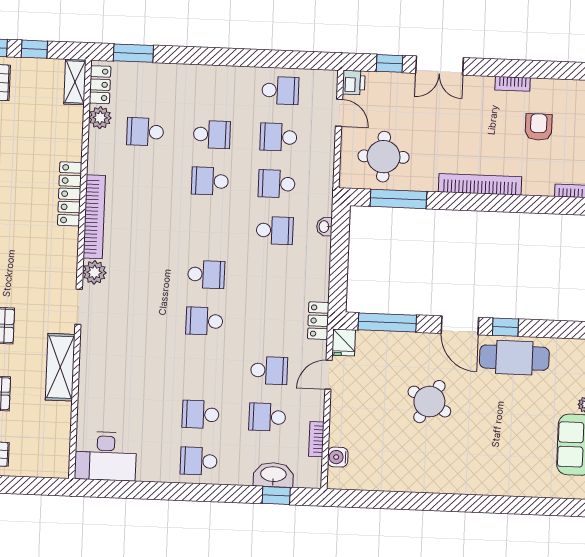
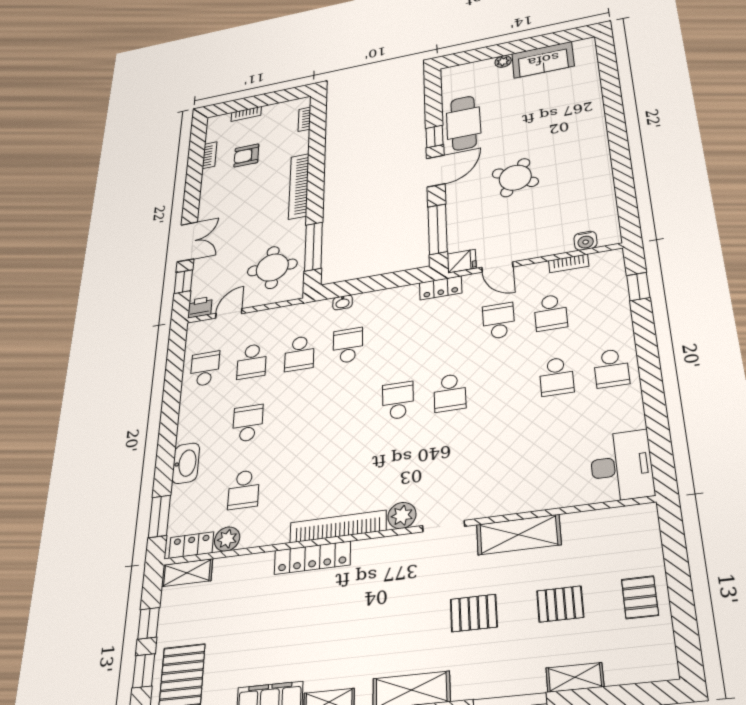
bookcase: (513, 84) -> (210, 155), moved
school desk: (210, 181) -> (297, 416), removed
washbasin: (273, 475) -> (186, 463), moved, turned 180

